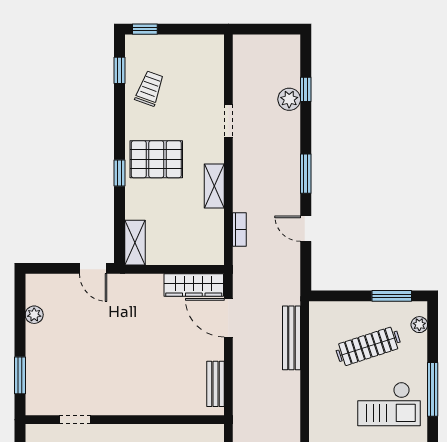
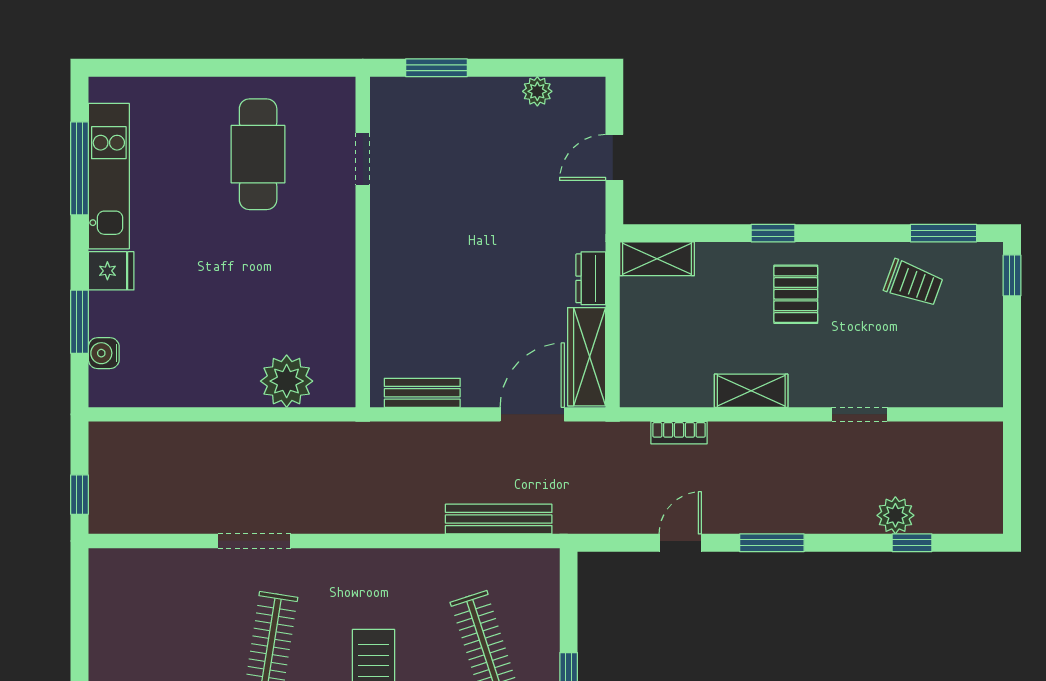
window: (119, 70) -> (944, 233), width x1.50
pallet: (156, 159) -> (796, 294), width x0.67, depth x0.71
door: (93, 268) -> (614, 157), moved
dresser: (147, 283) -> (591, 278), added

